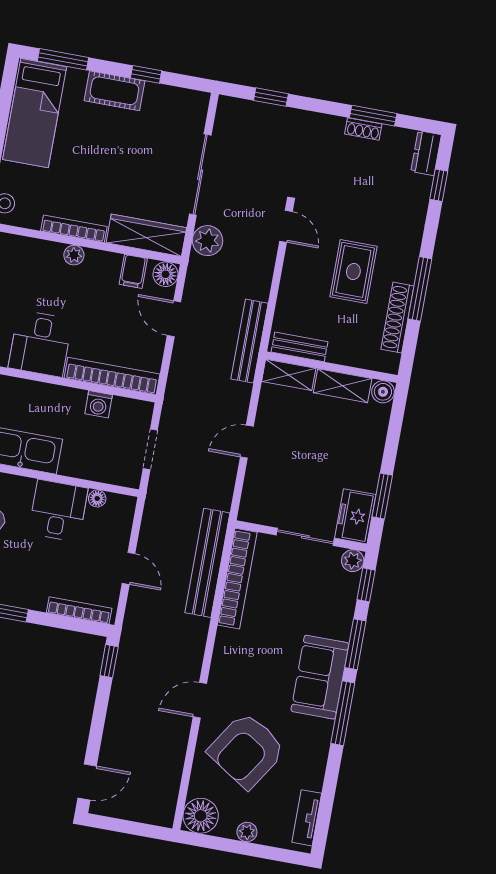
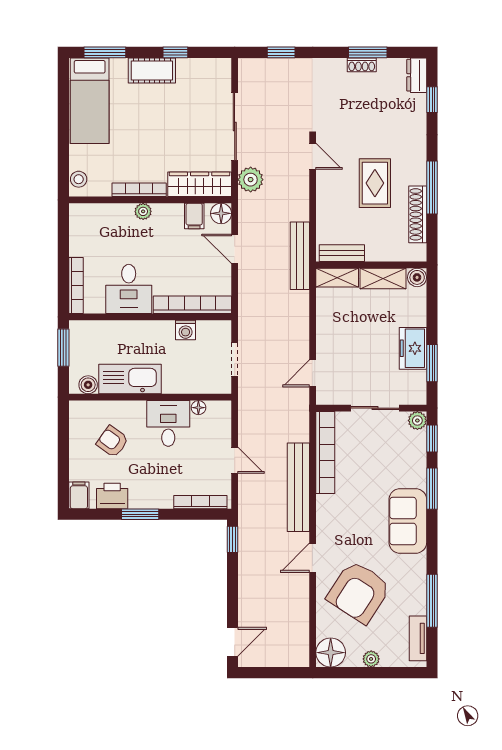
door: (247, 442) -> (313, 373), moved
freezer: (355, 516) -> (413, 348), moved
bench: (207, 563) -> (298, 487), moved
window: (343, 713) -> (432, 601), moved

